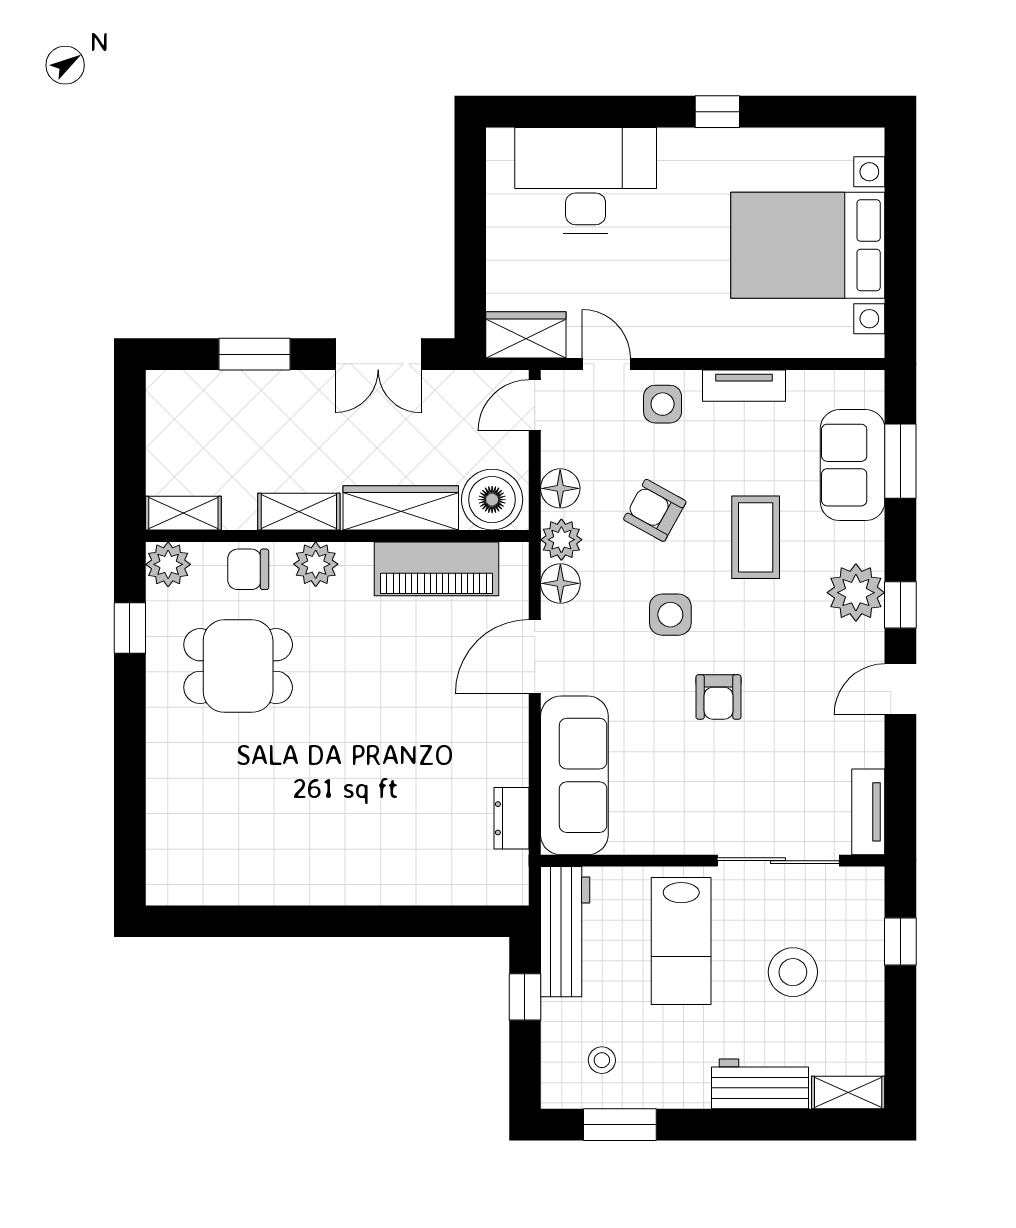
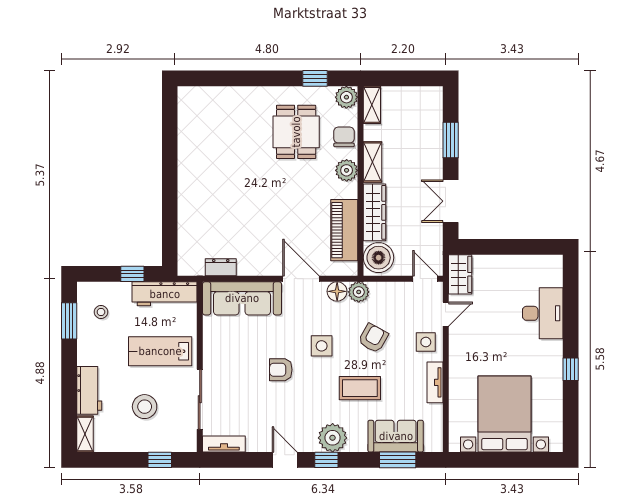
desk: (586, 180) -> (543, 313), width x0.73, depth x0.77
floor lamp: (560, 488) -> (384, 291), removed

